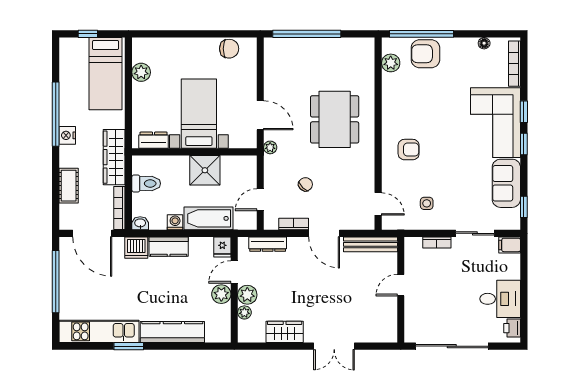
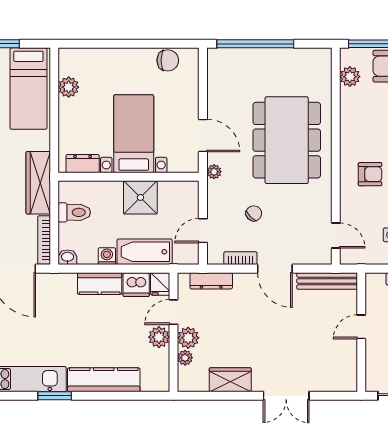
dining table: (335, 119) -> (287, 140), width x1.36, depth x1.24
dishwasher: (136, 248) -> (136, 285), moved

